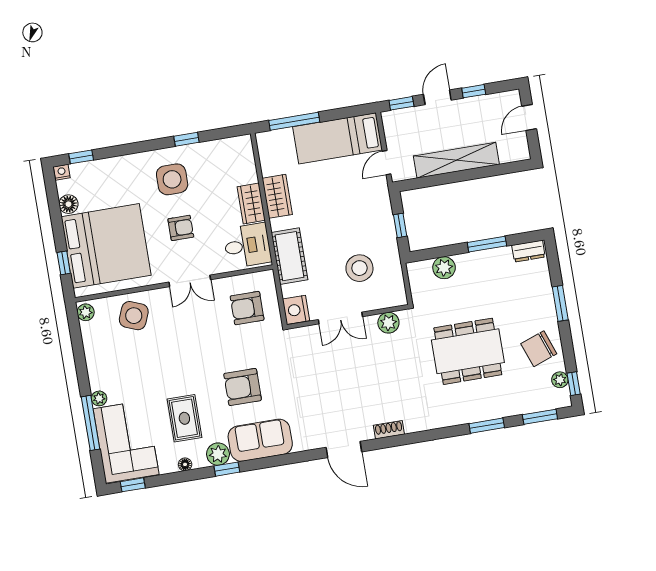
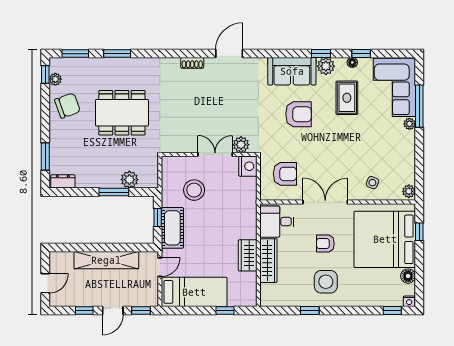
window: (294, 121) -> (225, 310), width x0.46
wardrobe: (251, 203) -> (268, 261), width x1.50
window: (487, 244) -> (114, 192), moved
cot: (289, 256) -> (172, 228), moved
double door: (190, 281) -> (325, 202), width x1.37
window: (560, 303) -> (45, 157), moved
side table: (134, 316) -> (372, 183), width x0.54, depth x0.54
plant: (388, 323) -> (241, 145), moved
door: (344, 450) -> (229, 54), hinge flipped
window: (133, 485) -> (361, 54), moved

